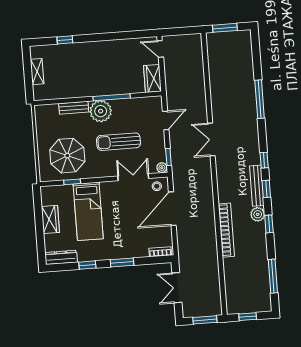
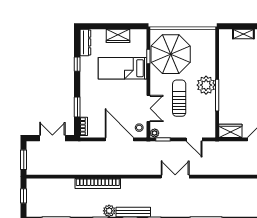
bench: (74, 108) -> (211, 63), removed
parasol: (67, 156) -> (171, 54), width x1.36, depth x1.36
window: (122, 262) -> (77, 107), moved

